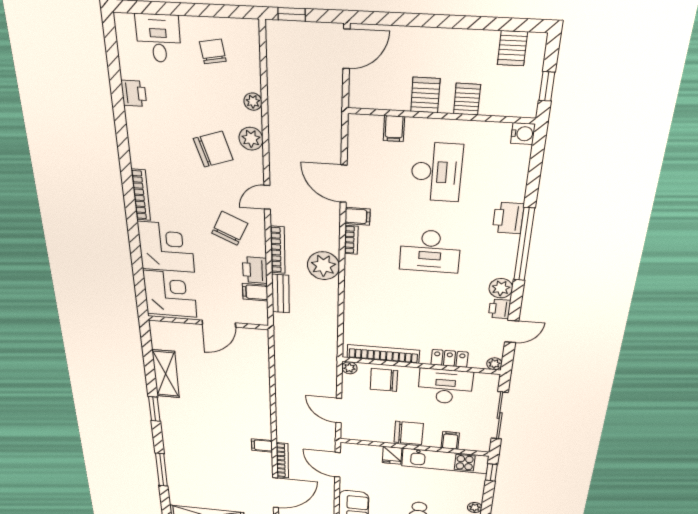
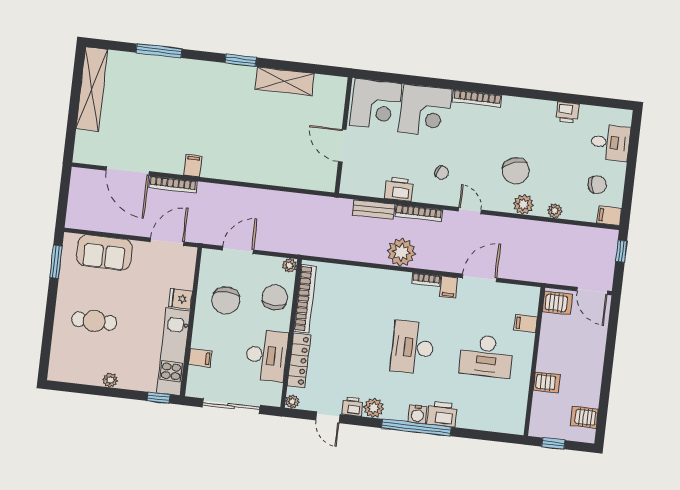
server rack: (425, 95) -> (557, 303), moved
water cooler: (523, 134) -> (417, 414), moved
chair: (230, 228) -> (442, 173), width x0.54, depth x0.54
filing cabinet: (255, 292) -> (609, 216), moved, turned -90
locker: (449, 358) -> (299, 360), width x1.53
chair: (409, 433) -> (226, 300), moved

